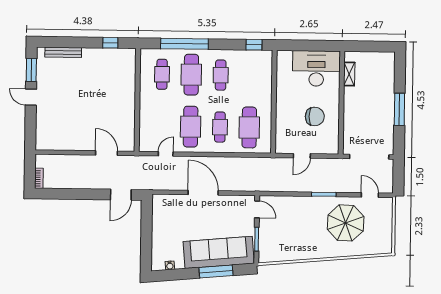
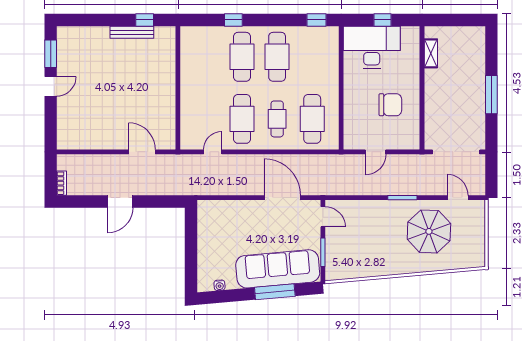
window: (184, 44) -> (233, 20), width x0.32
window: (309, 46) -> (382, 20), added
bench: (63, 52) -> (132, 32), moved
desk: (316, 68) -> (372, 47), moved
cafe table: (162, 74) -> (207, 57), removed
cafe table: (221, 75) -> (277, 57), width x1.37, depth x1.35
door: (31, 97) -> (51, 86), swing flipped
door: (203, 193) -> (282, 198), moved
door: (121, 195) -> (120, 201), moved

